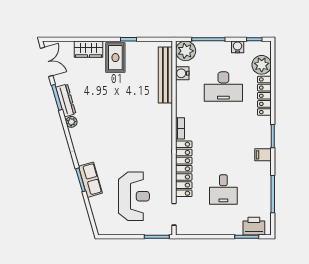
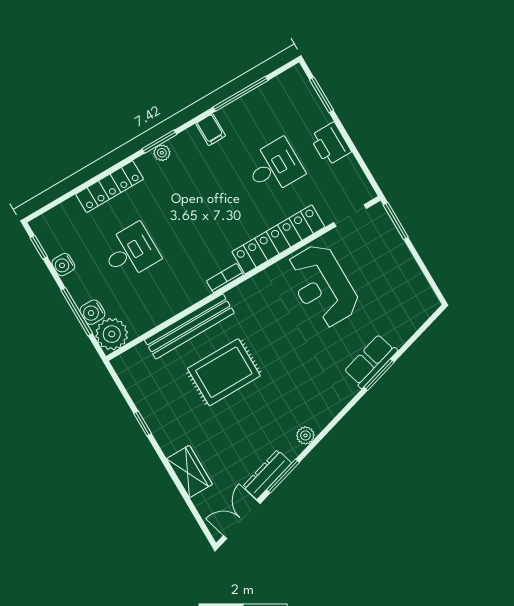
rug: (115, 58) -> (224, 372), moved, width x1.36, depth x1.43
plant: (262, 65) -> (162, 153), moved, width x0.53, depth x0.53
water cooler: (182, 73) -> (92, 312), moved, turned 90
bench: (165, 75) -> (189, 326), moved
desk: (223, 87) -> (131, 252), width x0.73
dresser: (66, 100) -> (267, 475), moved
filing cabinet: (263, 155) -> (211, 130), moved
reception desk: (134, 196) -> (322, 286), moved, turned -90
printer: (254, 226) -> (330, 144), moved

